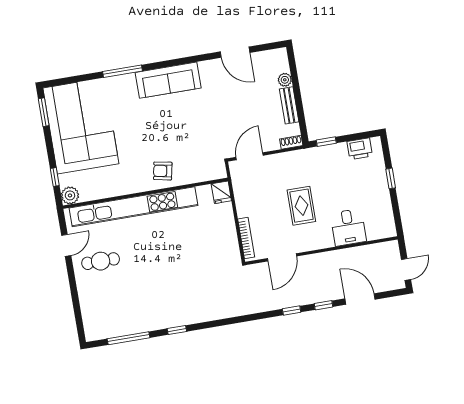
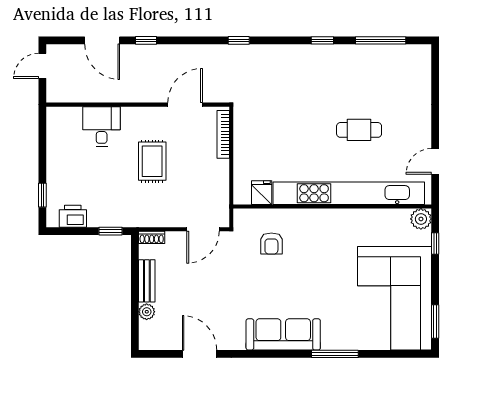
armchair: (163, 171) -> (271, 243), moved, turned 79
window: (391, 178) -> (42, 195), moved
fridge: (221, 192) -> (262, 193), moved
cafe table: (101, 261) -> (359, 130), moved
window: (292, 311) -> (239, 40), moved

